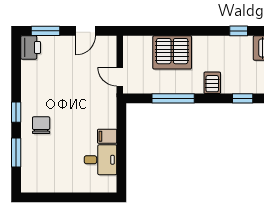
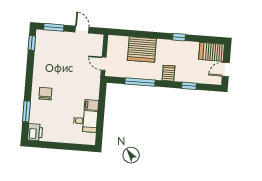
door: (86, 31) -> (82, 30), swing flipped
window: (239, 31) -> (179, 37), moved
printer: (31, 47) -> (35, 132), moved
window: (16, 112) -> (32, 43), moved

